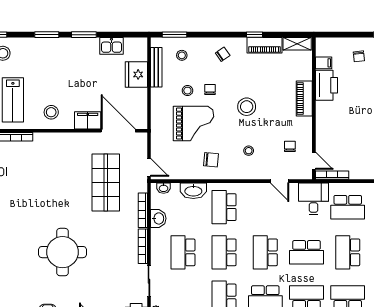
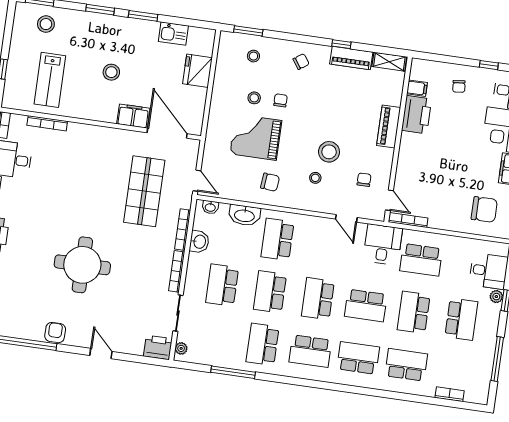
bench: (156, 67) -> (222, 66), removed
stool: (247, 107) -> (329, 152), moved
stool: (51, 112) -> (111, 72), moved
grand piano: (193, 124) -> (256, 137), turned 180

